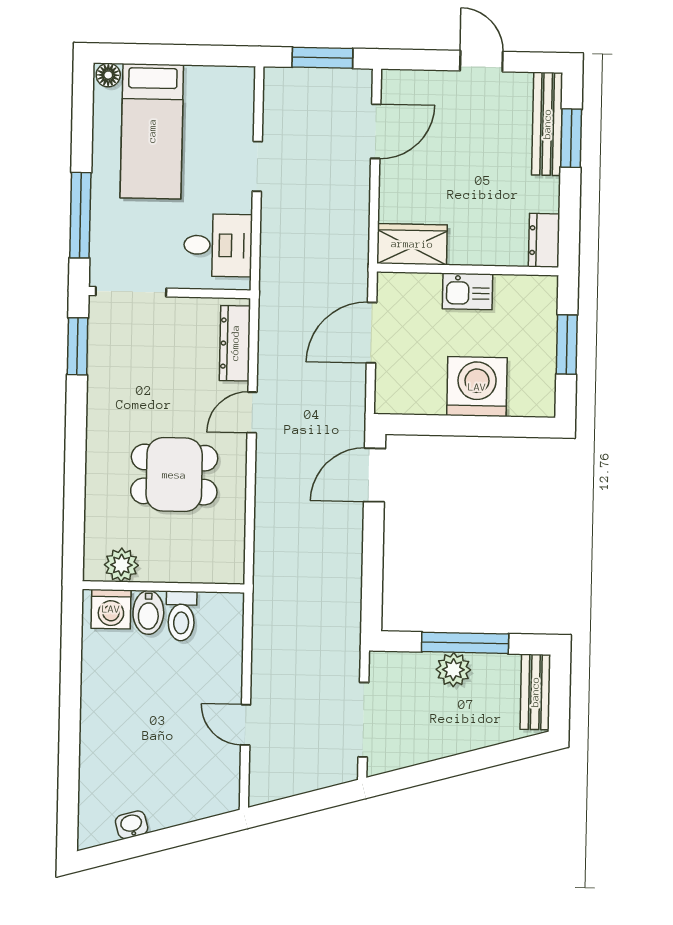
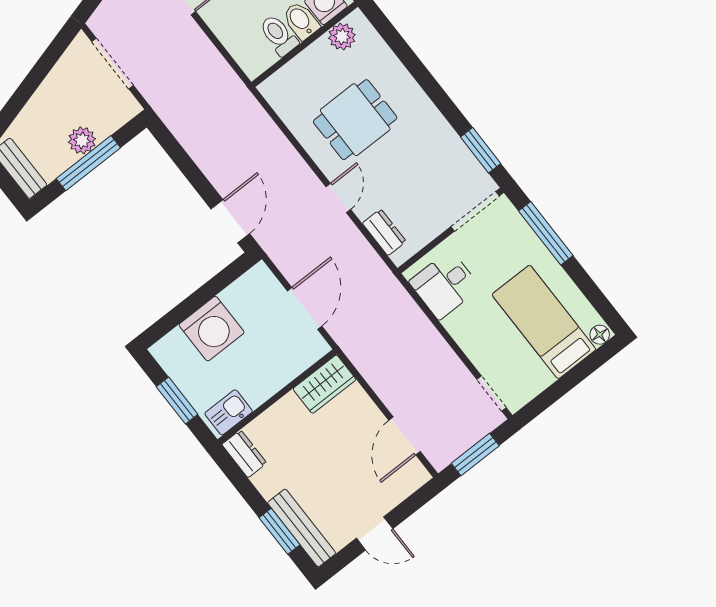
doorway: (257, 166) -> (492, 394), moved
kitchen sink: (468, 291) -> (229, 412), moved
dresser: (235, 343) -> (384, 232), width x0.70

